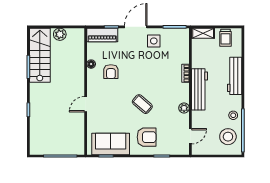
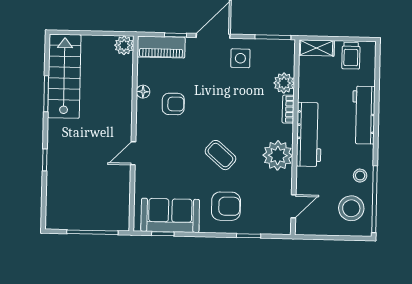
plant: (60, 34) -> (124, 45), moved
plant: (182, 56) -> (284, 83), added
armchair: (111, 72) -> (173, 104), turned -90
plant: (184, 108) -> (278, 155), width x1.88, depth x1.88

